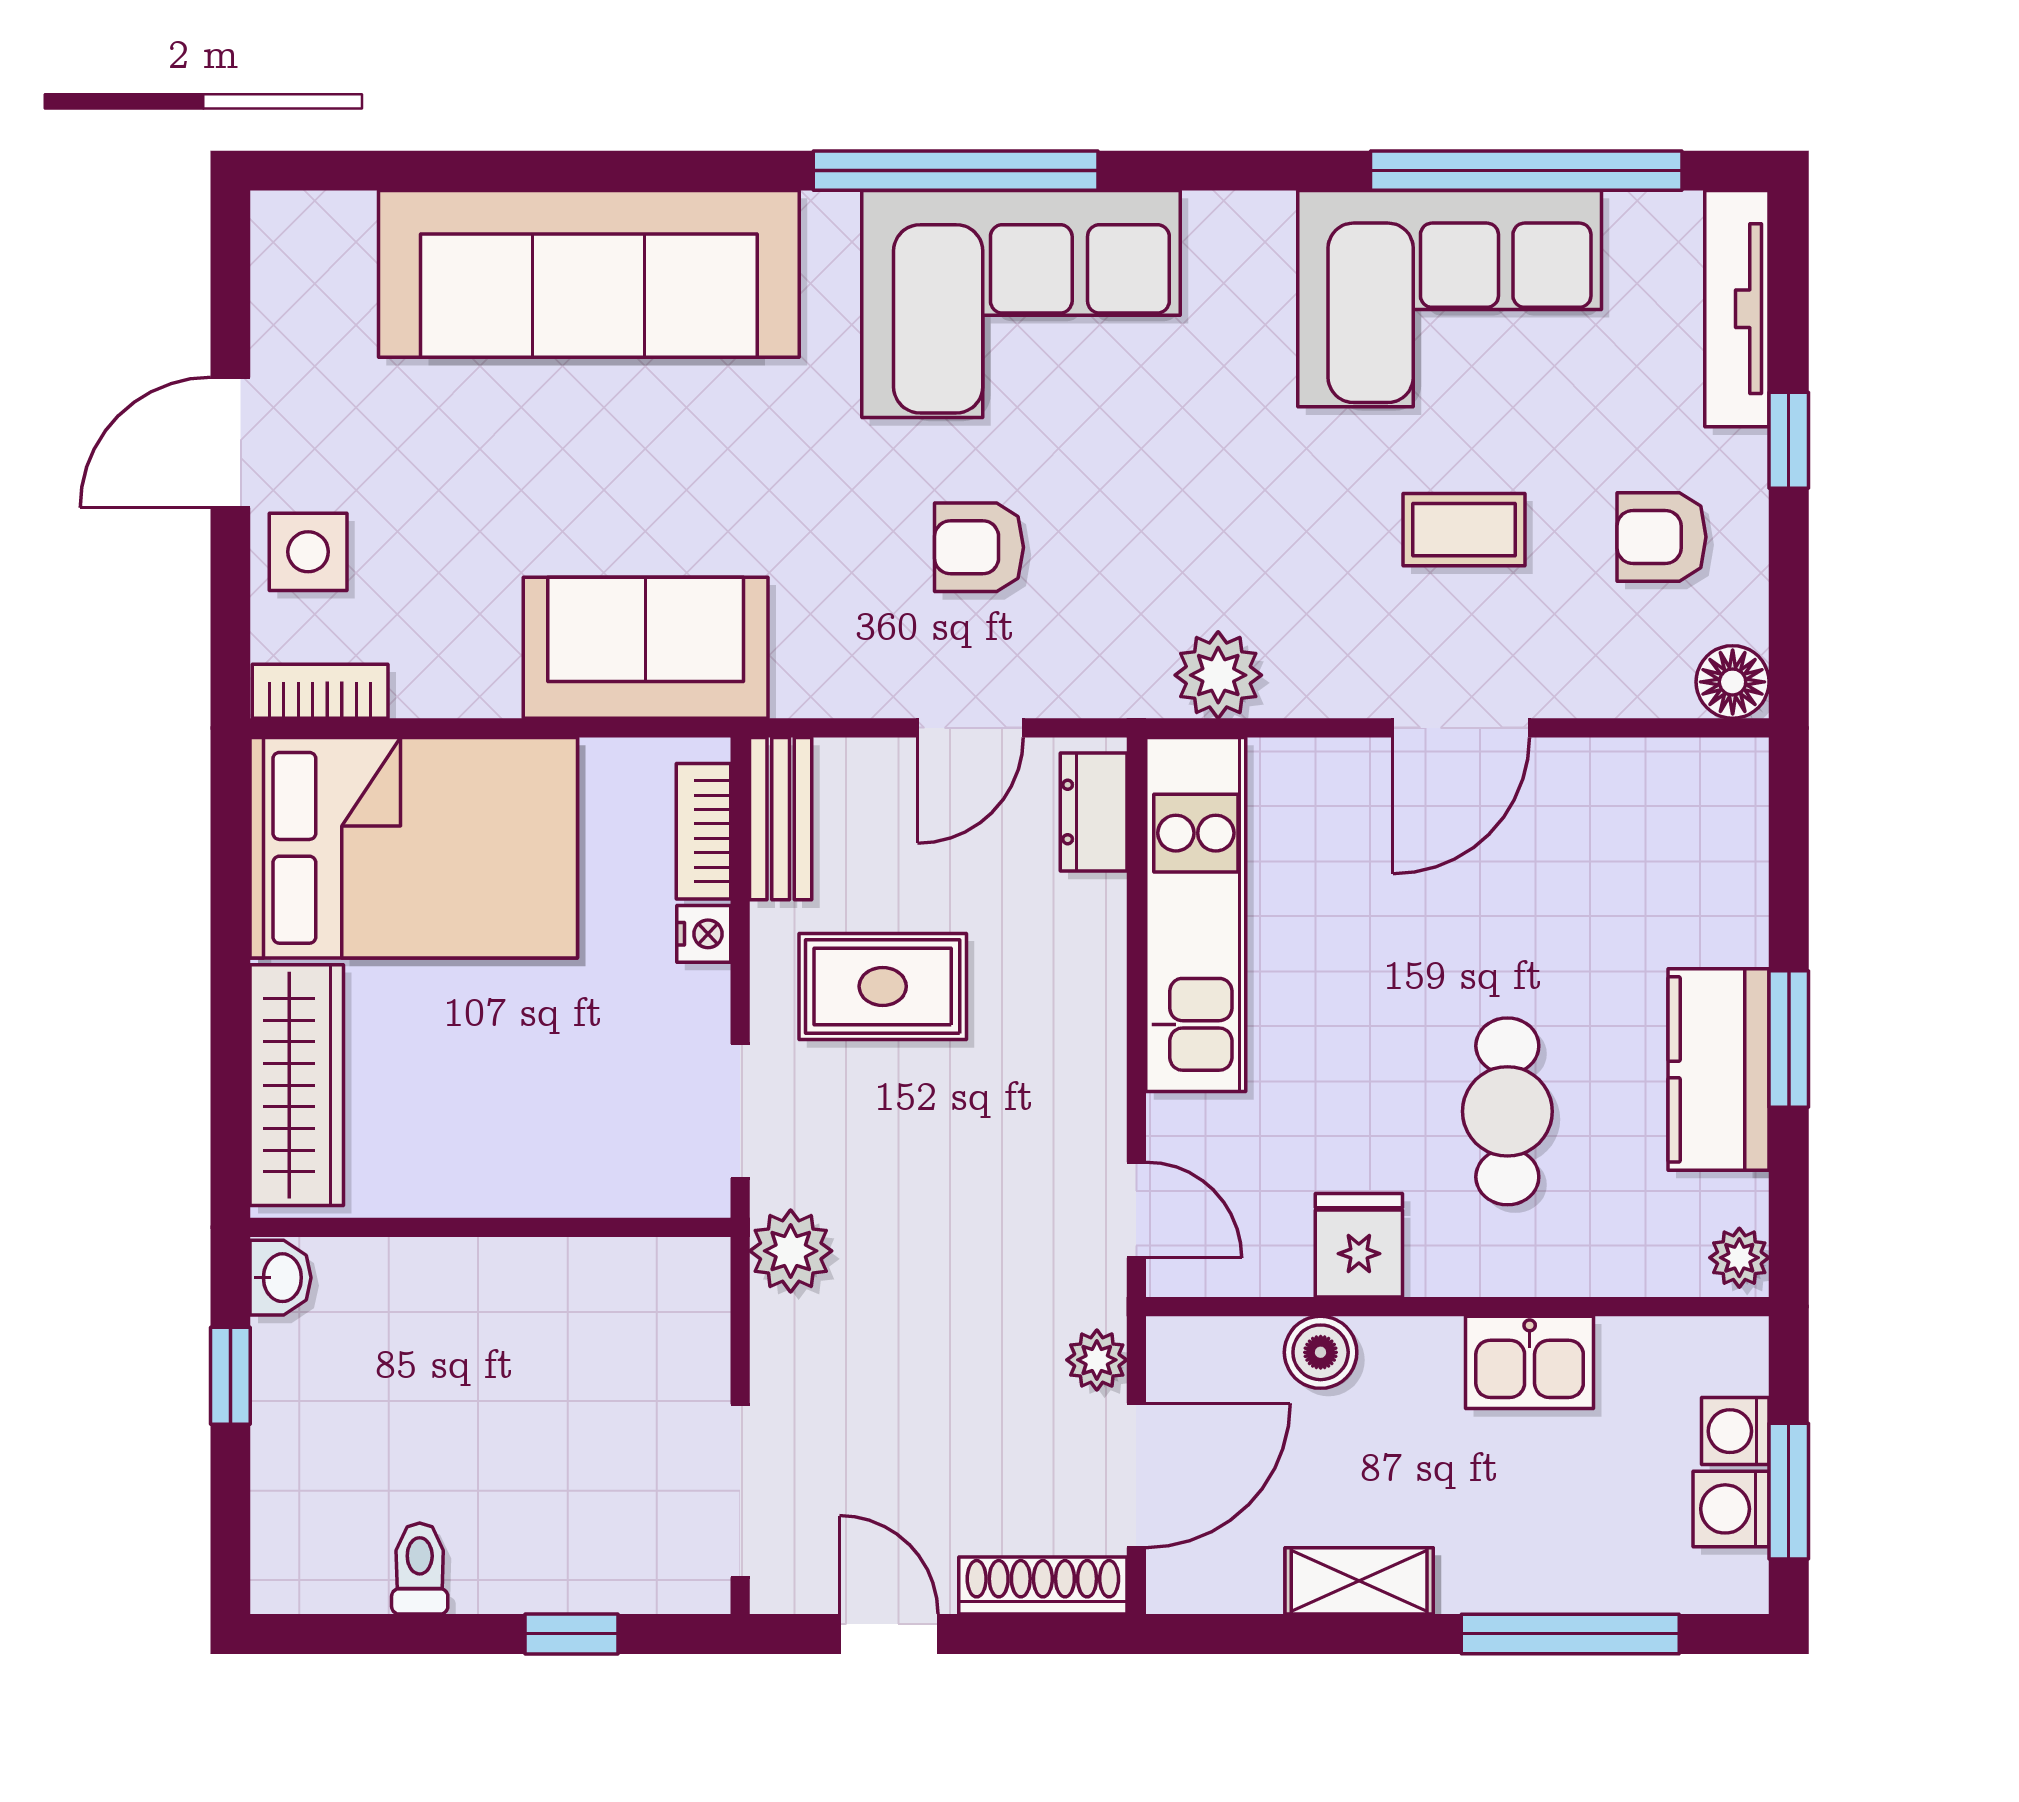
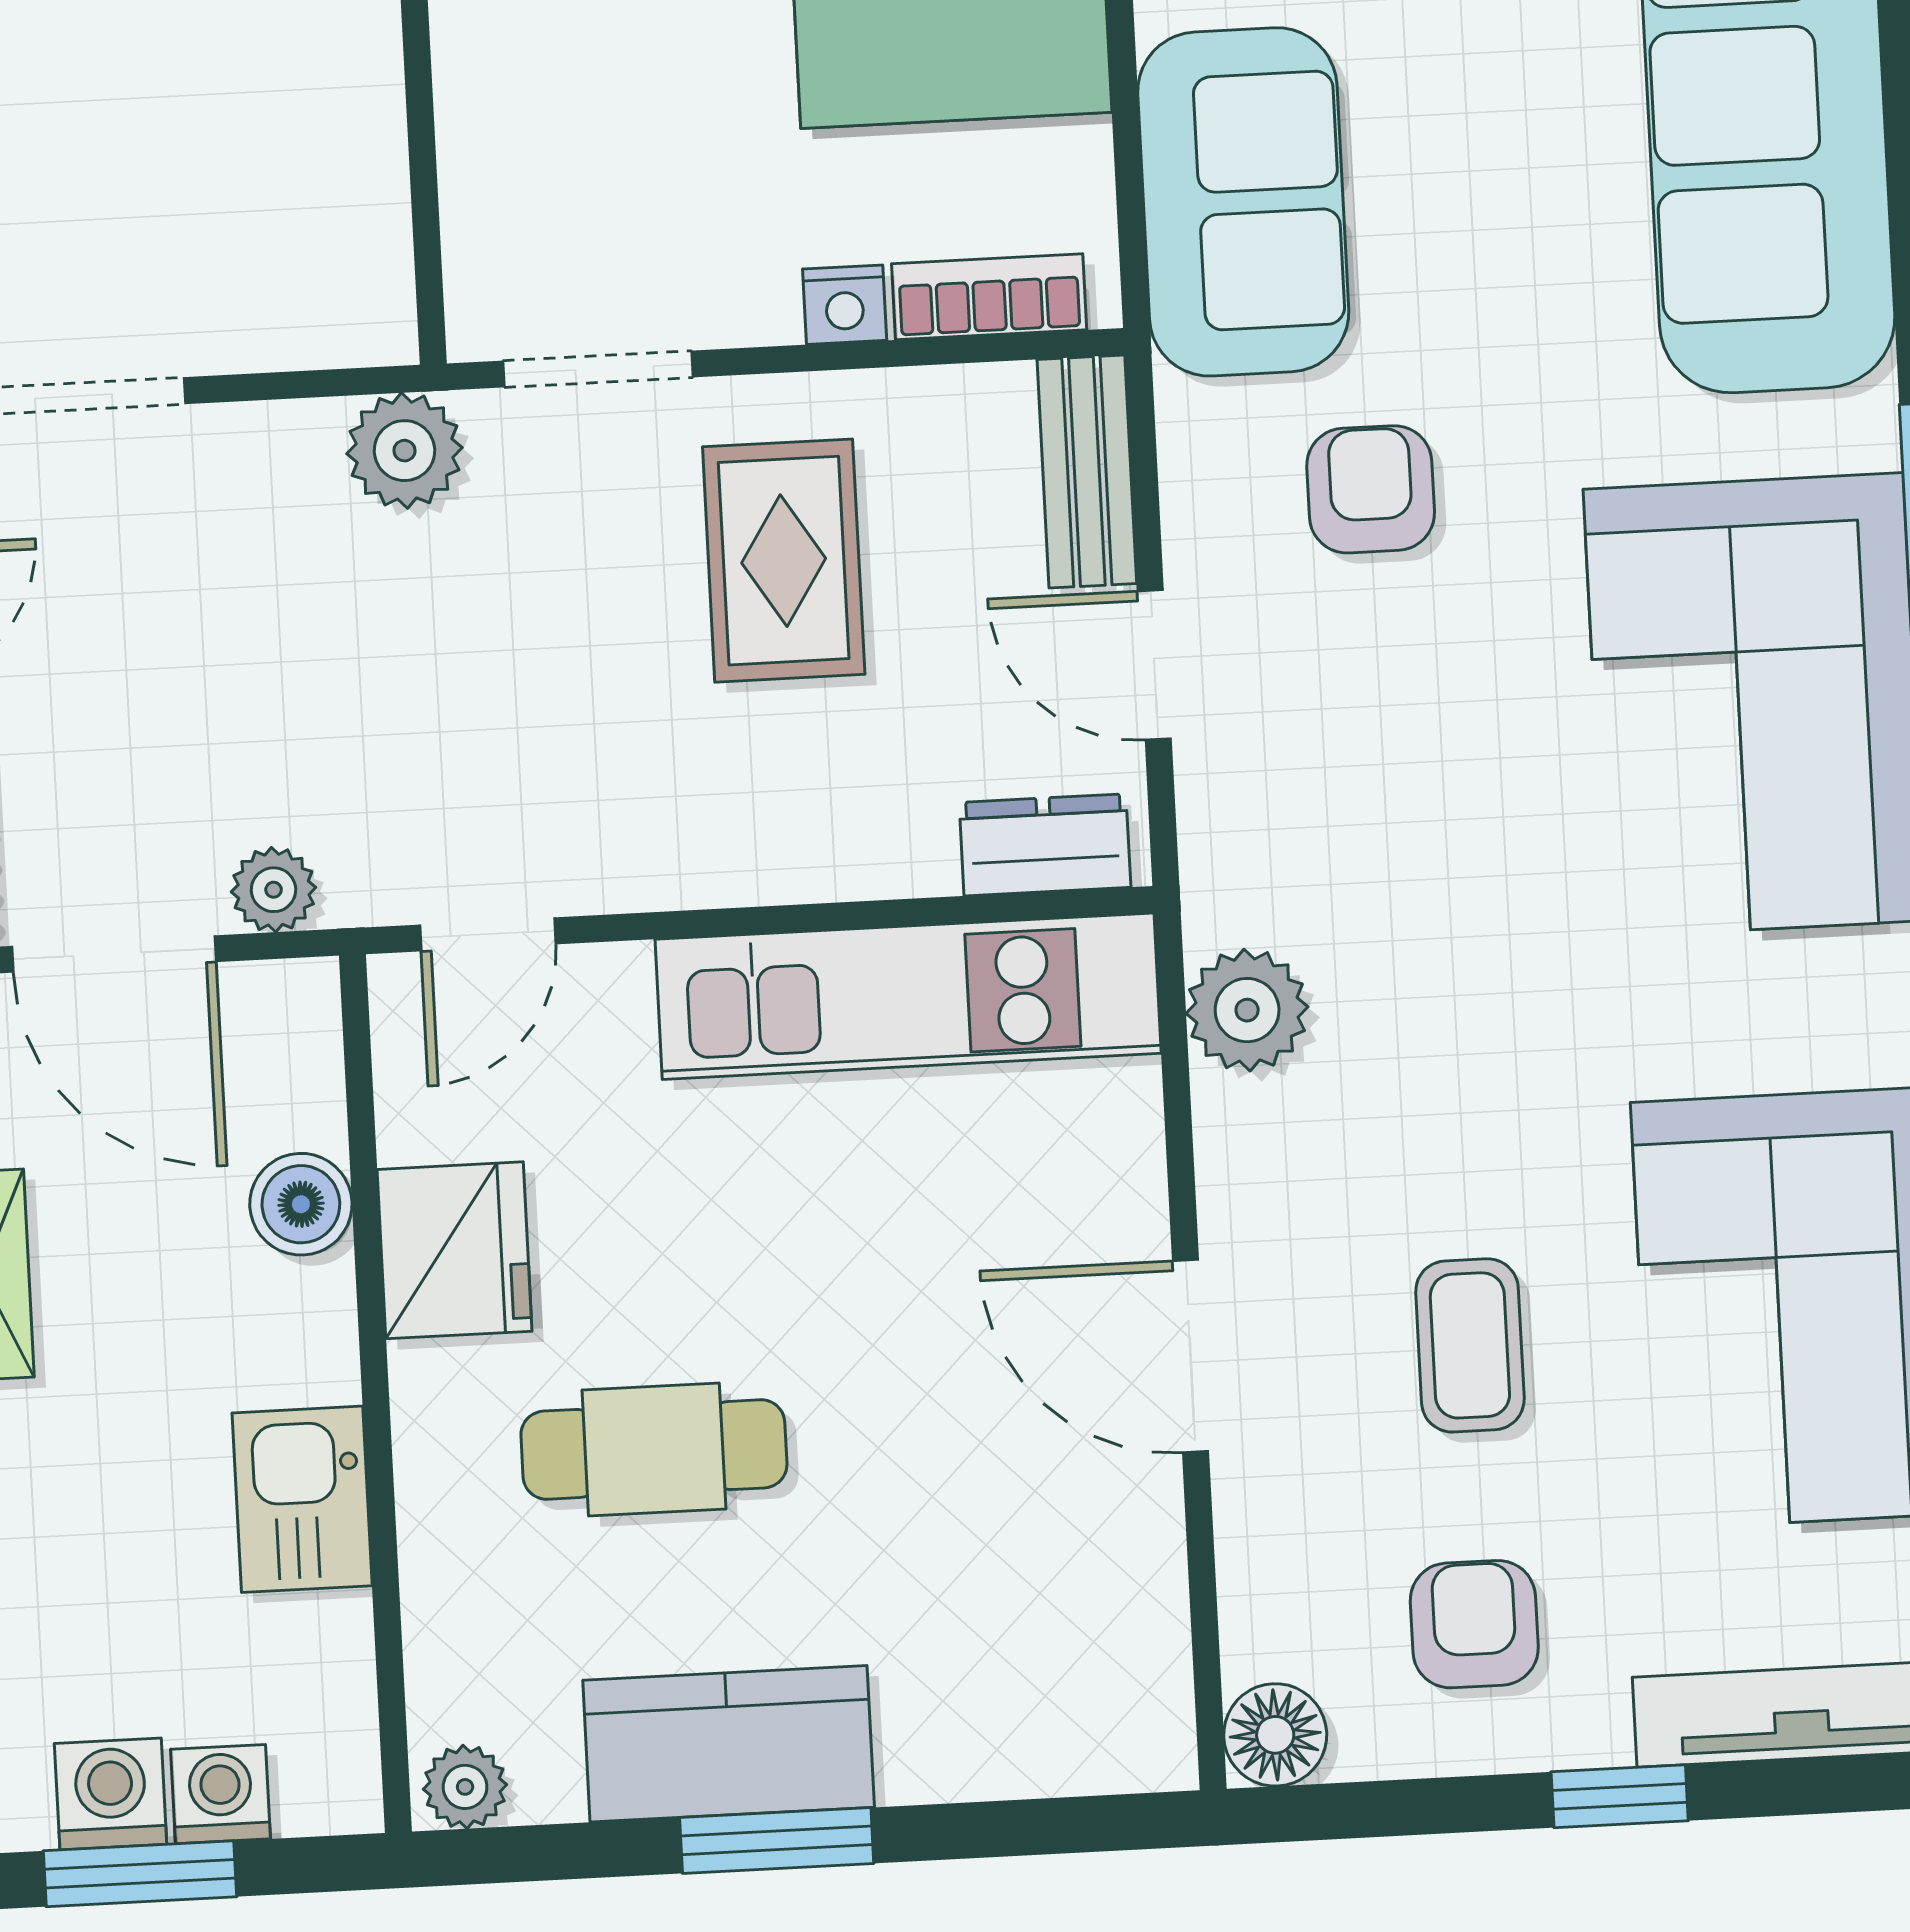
armchair: (979, 547) -> (1371, 489), moved
bench: (781, 819) -> (1087, 472), moved, turned 90
fridge: (1359, 1245) -> (454, 1250), width x1.38

